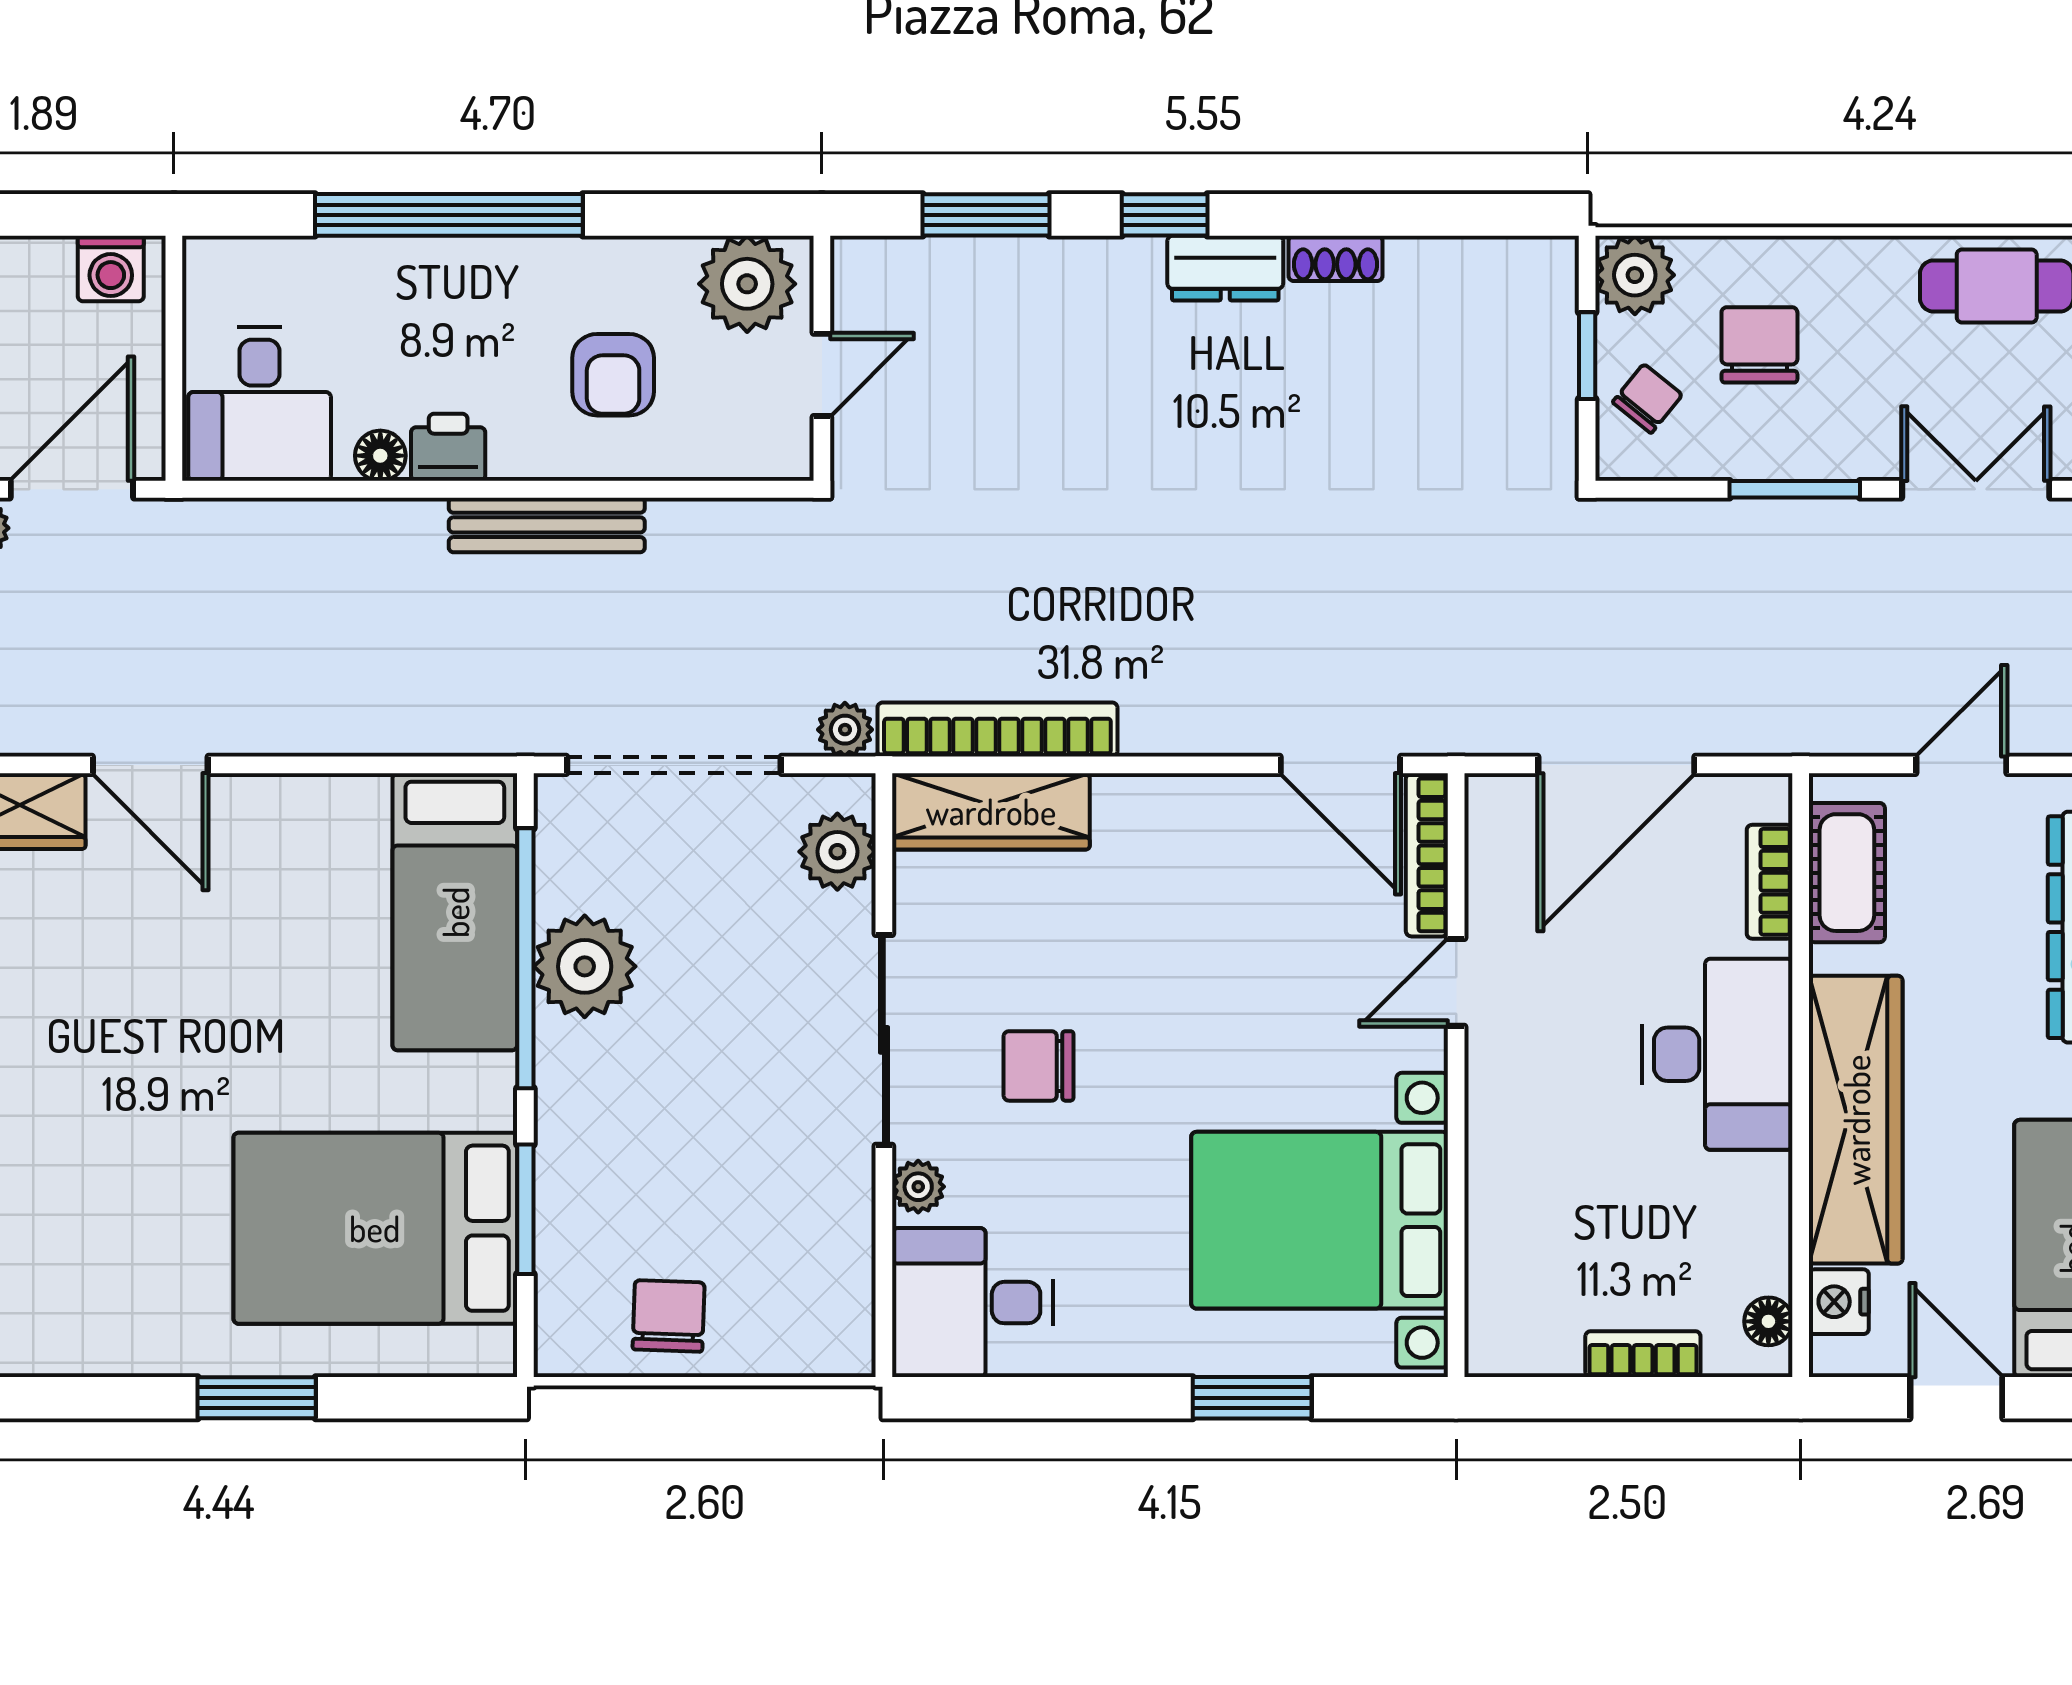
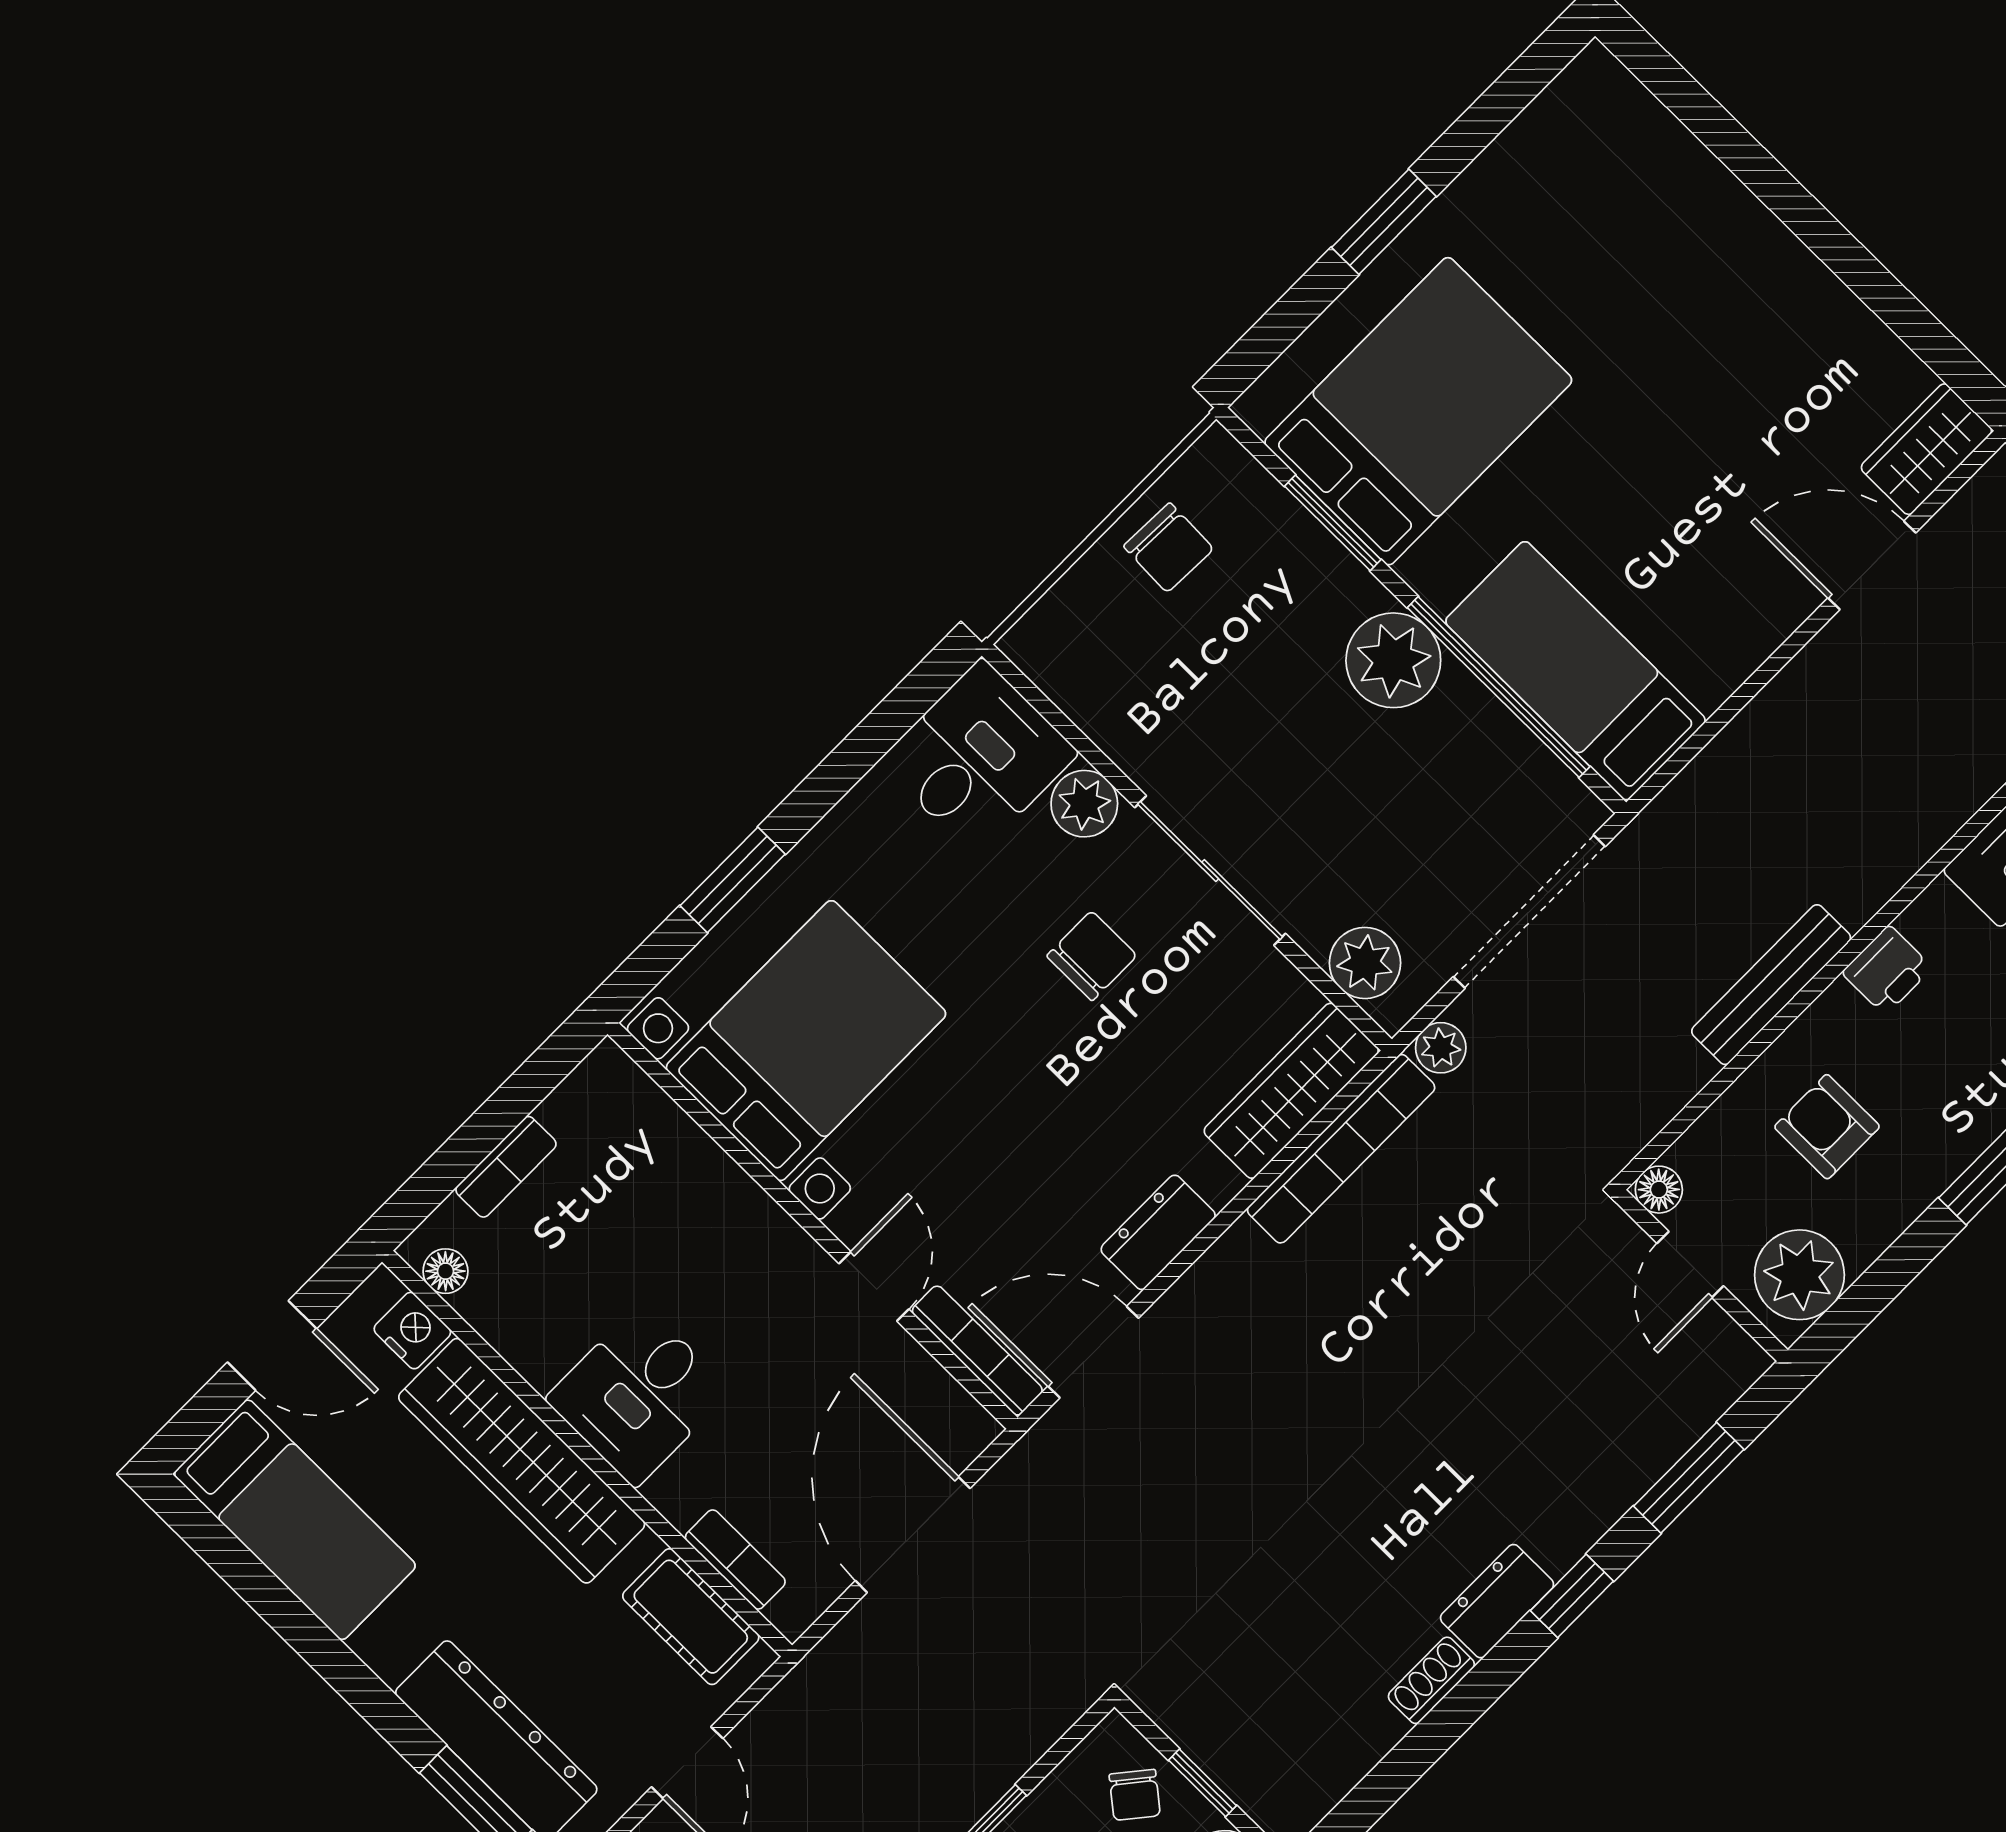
floor lamp: (380, 456) -> (1659, 1190), moved
dresser: (1200, 806) -> (1158, 1232), added
plant: (585, 966) -> (1393, 660), moved
desk: (1717, 1054) -> (638, 1395), width x0.73
plant: (918, 1187) -> (1084, 804), width x1.38, depth x1.38

